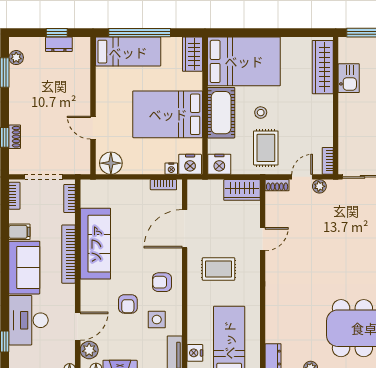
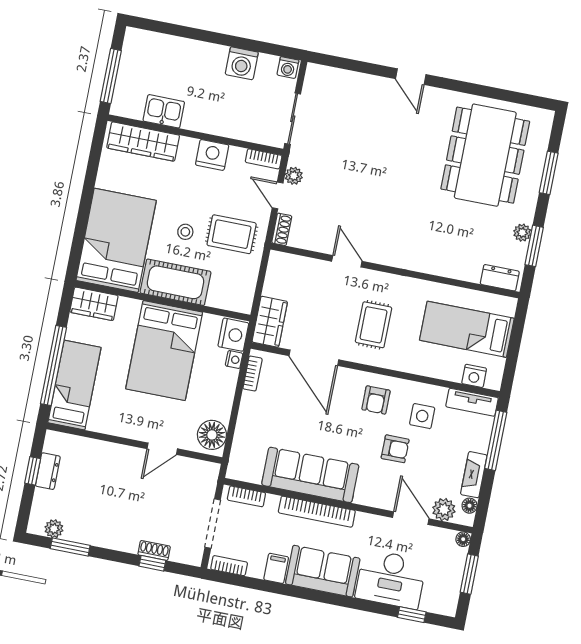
nightstand: (219, 164) -> (212, 155), moved, turned -90
wardrobe: (242, 190) -> (270, 322), moved

